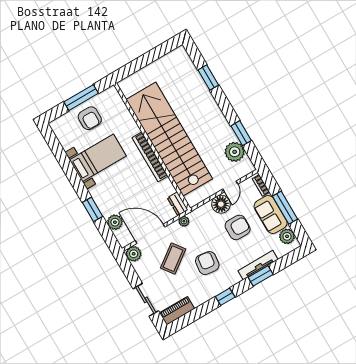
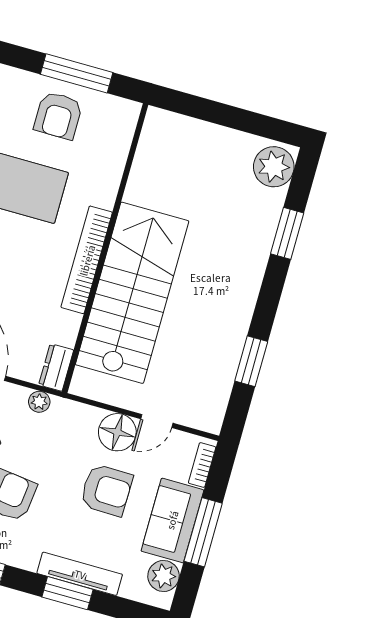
stairs: (169, 139) -> (132, 293), width x0.73
plant: (235, 152) -> (274, 167), moved

